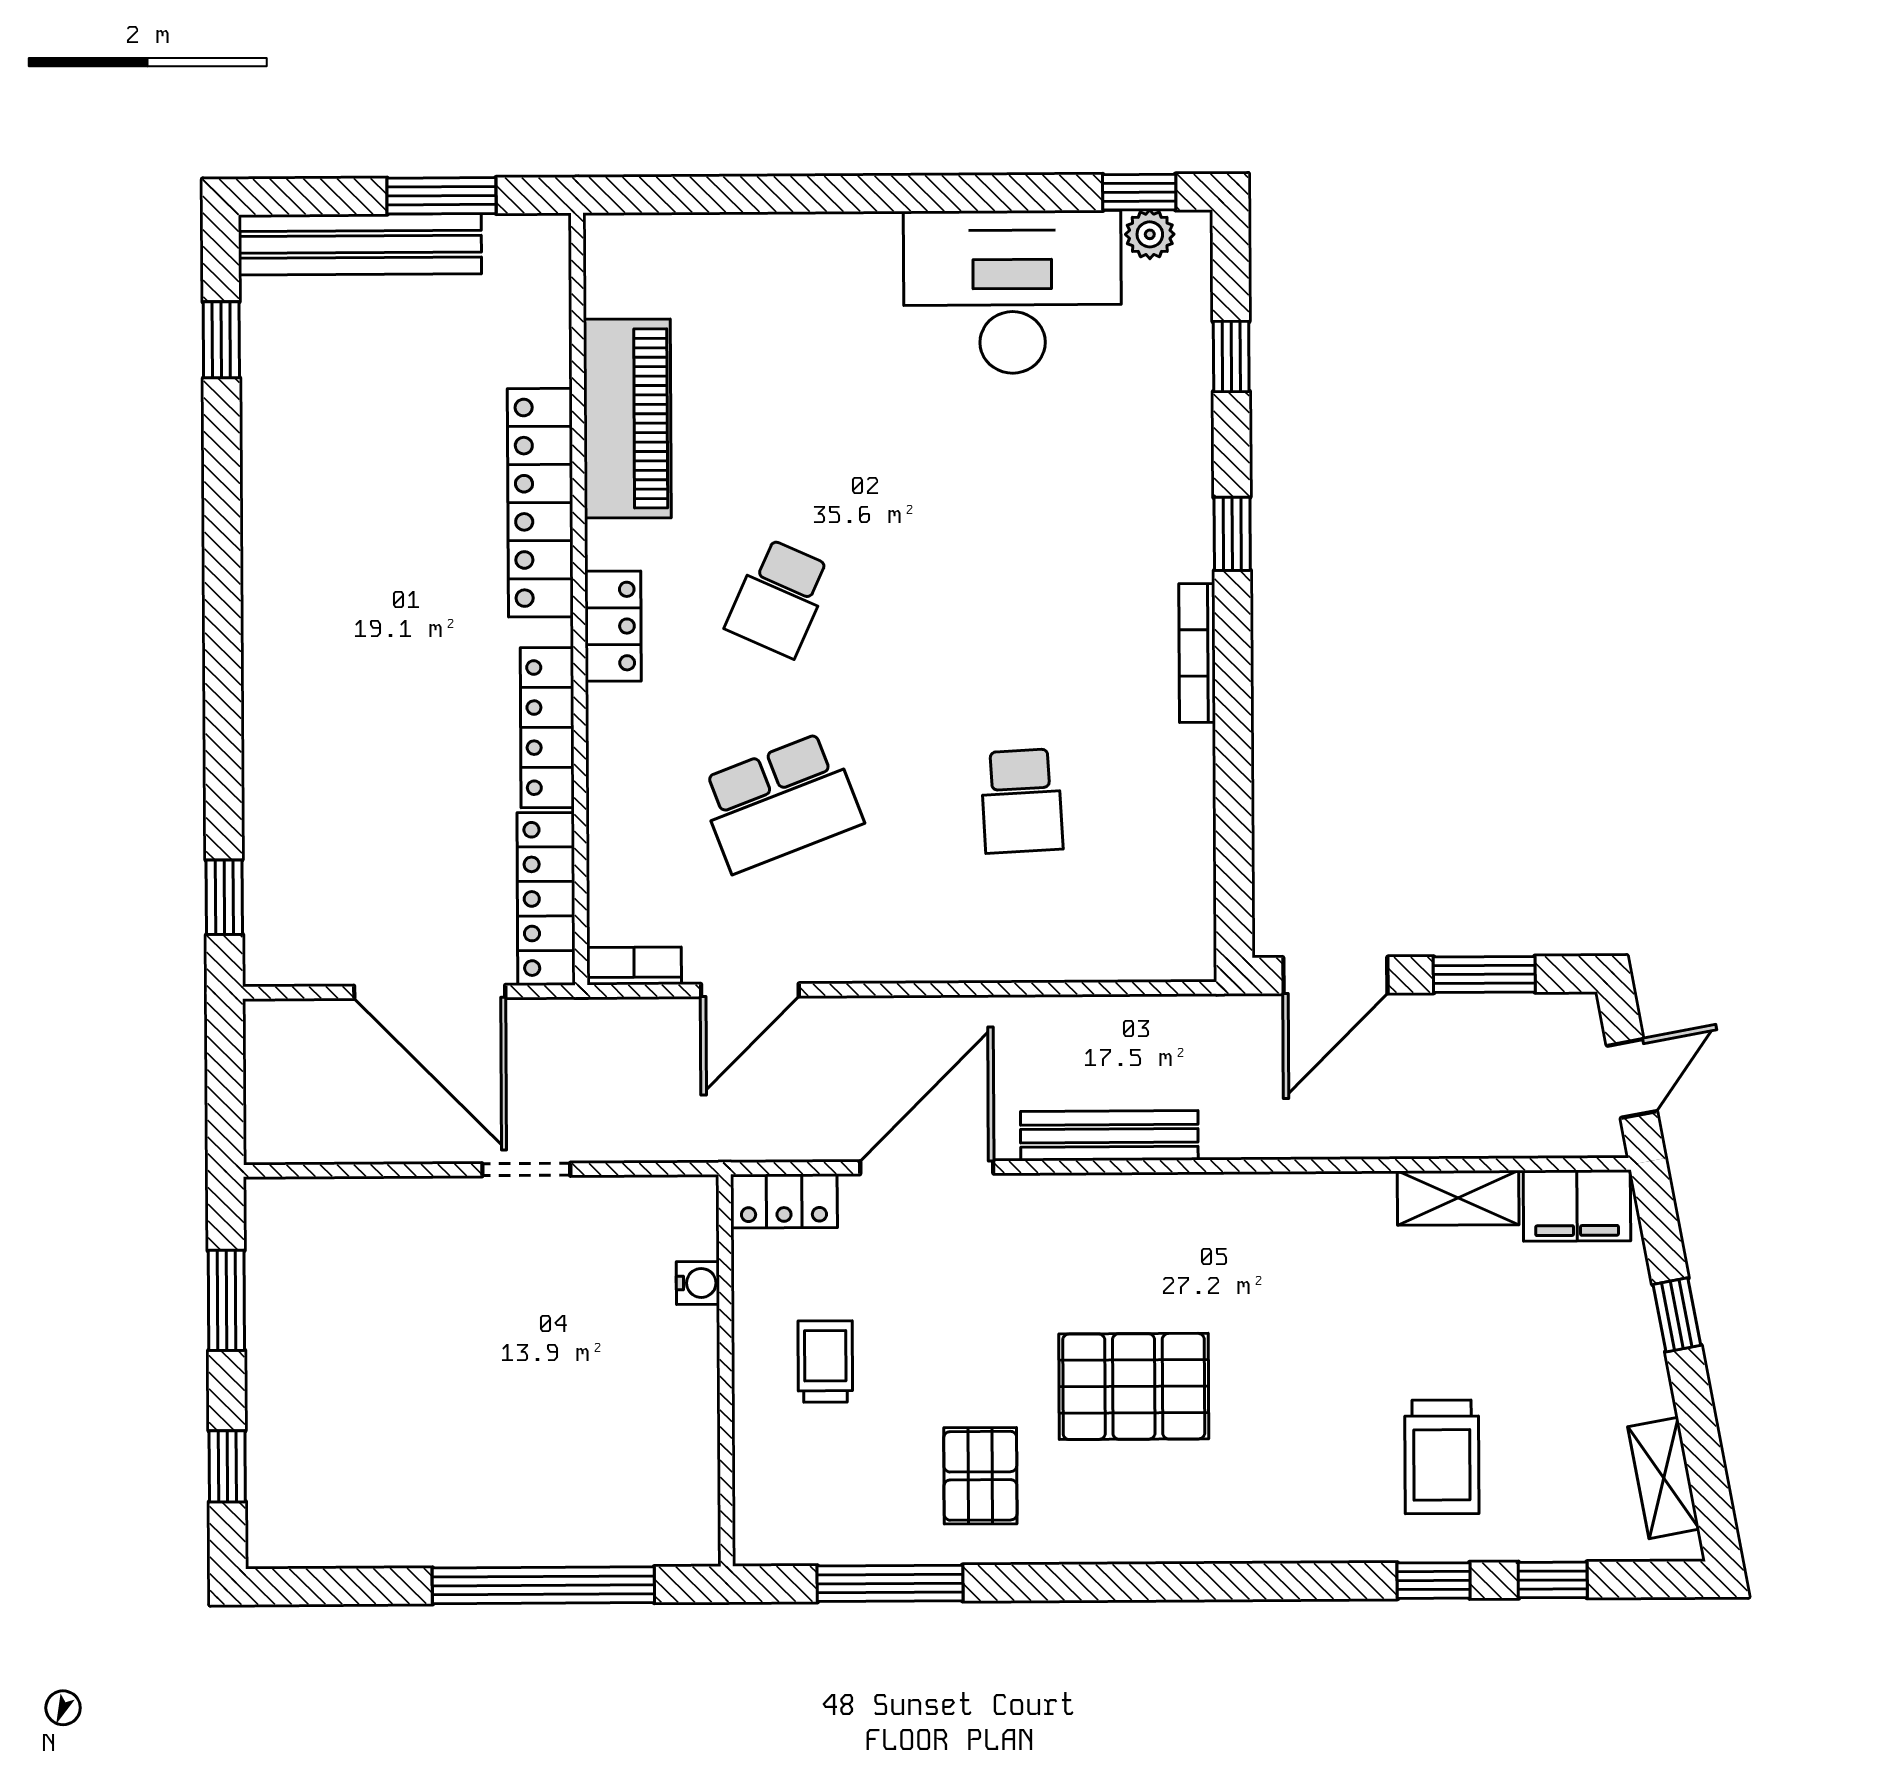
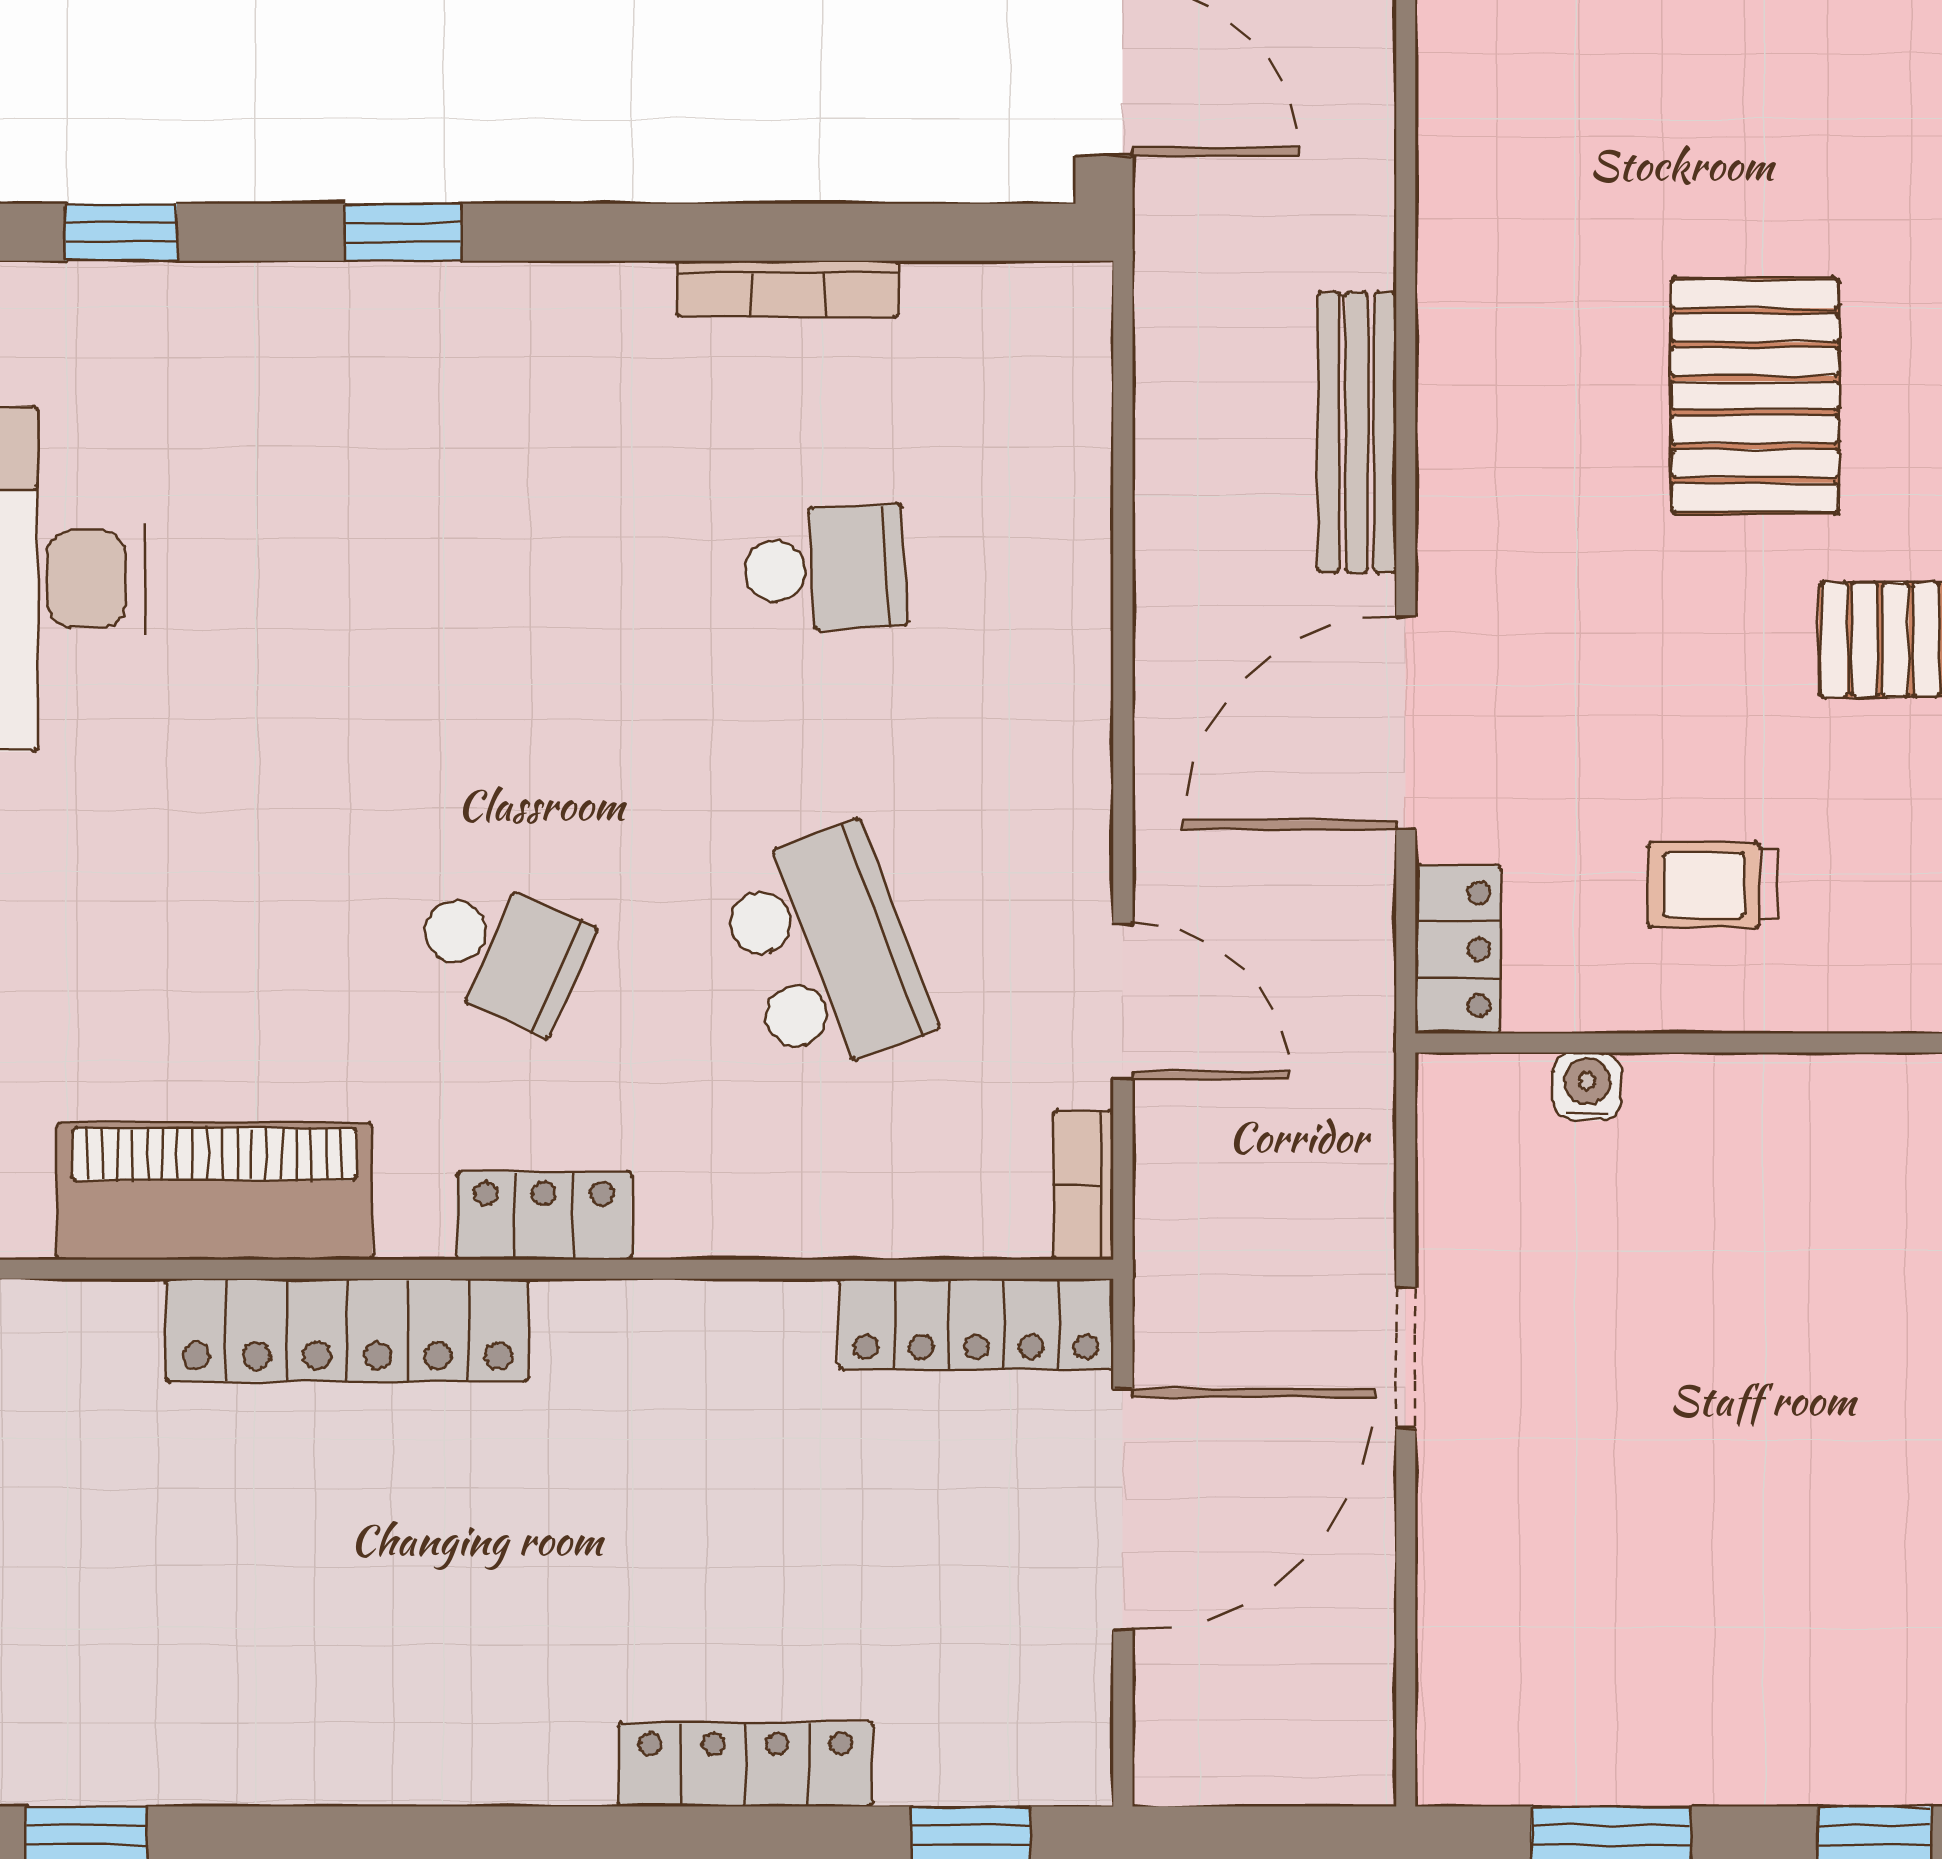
bookcase: (1197, 653) -> (788, 289), moved
locker: (547, 728) -> (745, 1765), moved, turned 180
door: (927, 1167) -> (1406, 722), hinge flipped

